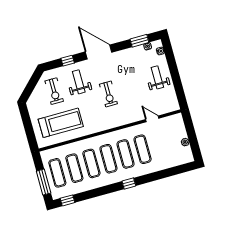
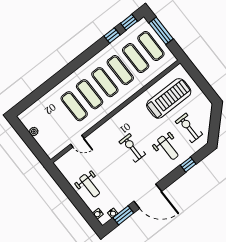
door: (99, 52) -> (148, 196), moved
treadmill: (61, 123) -> (169, 98), turned 180
window: (129, 183) -> (112, 36), moved

